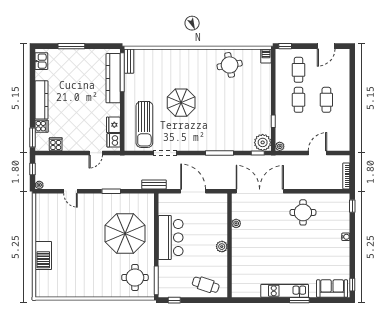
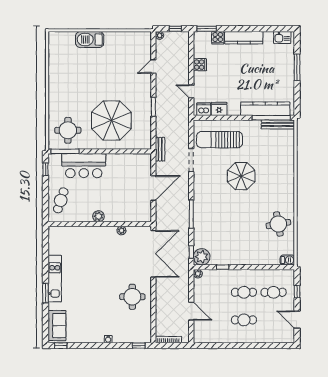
window: (285, 46) -> (297, 292), moved
bench: (129, 61) -> (278, 124), width x1.36
cooker: (56, 144) -> (200, 65), moved
bar counter: (171, 238) -> (84, 166), moved

